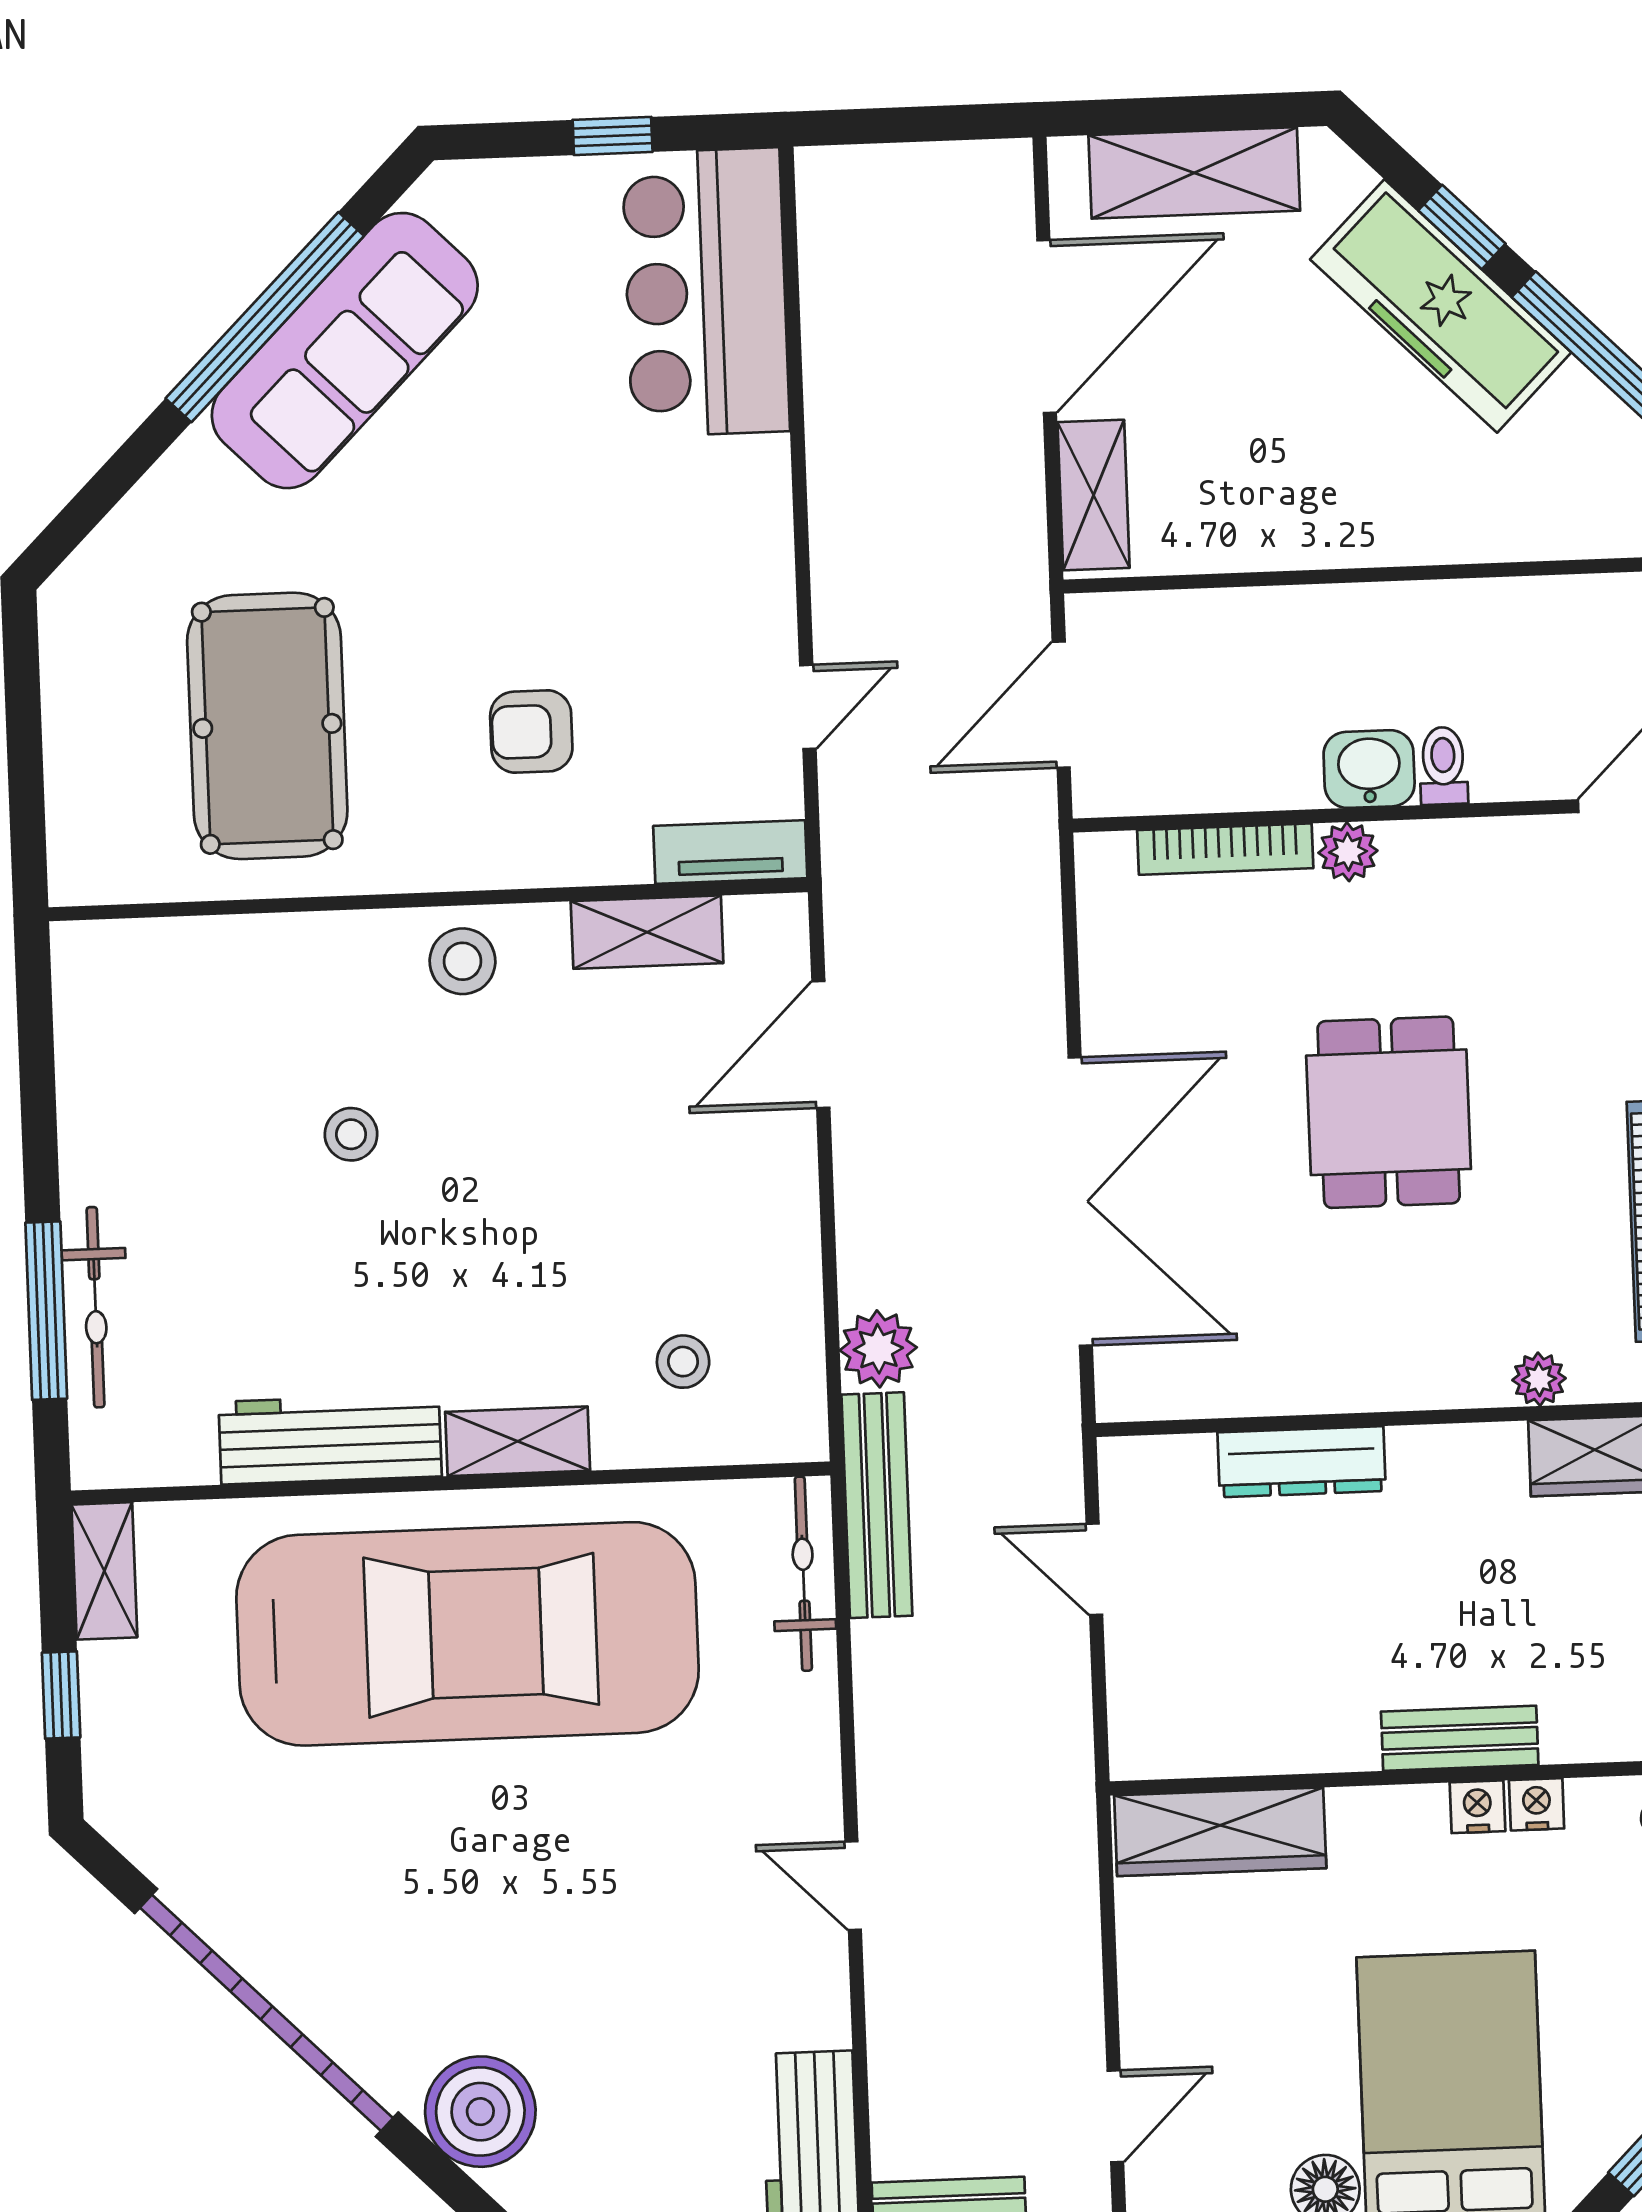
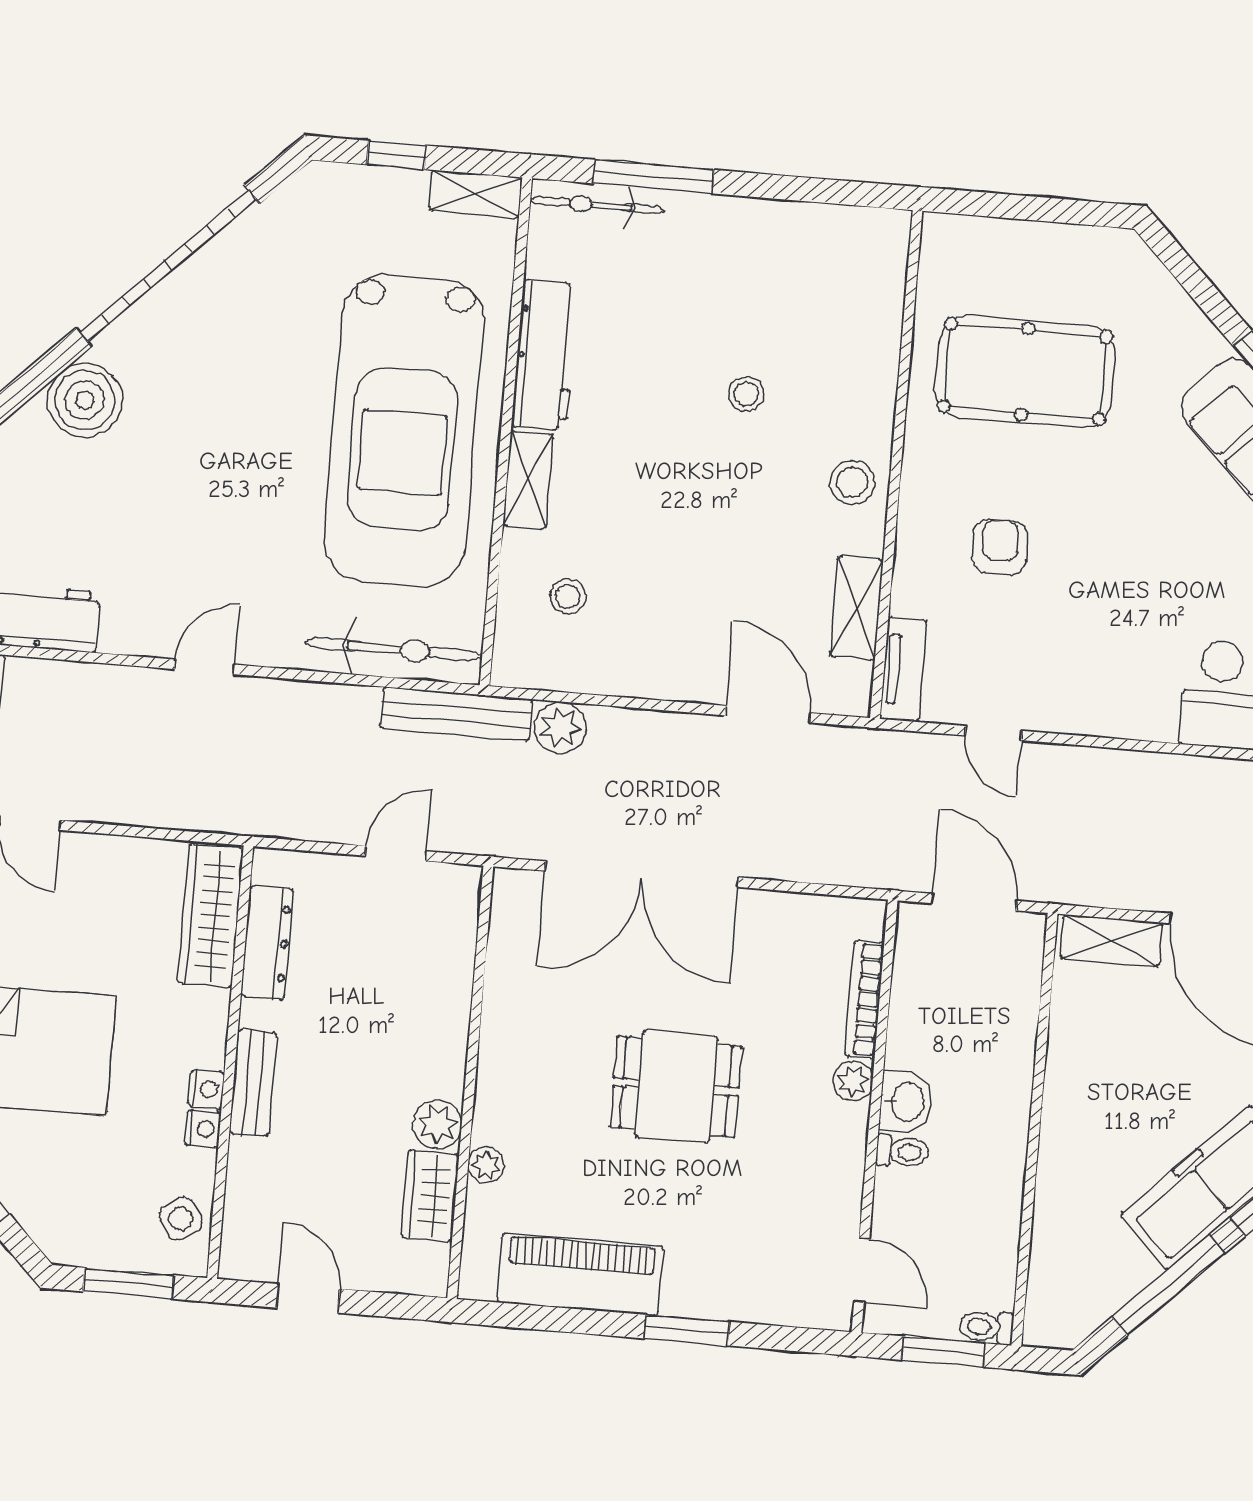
bicycle: (96, 1307) -> (597, 205), moved
plant: (1488, 1458) -> (437, 1124), added
dresser: (1302, 1462) -> (267, 943), moved, turned 180
bicycle: (803, 1574) -> (394, 649), width x1.37, depth x1.40

